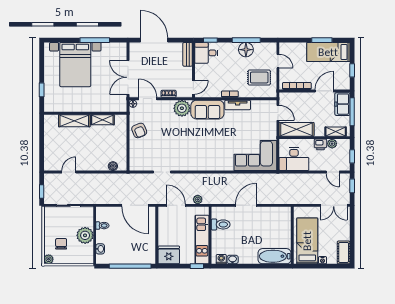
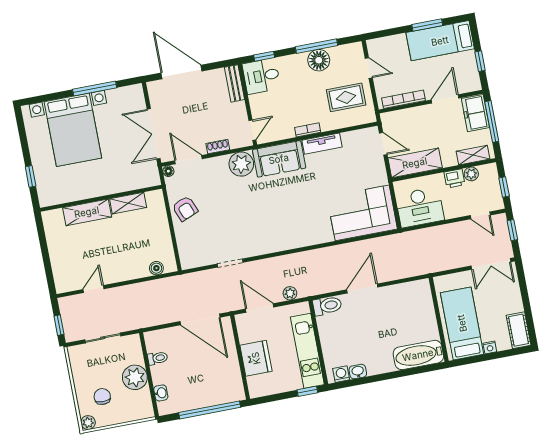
toilet: (221, 224) -> (327, 306), moved
fridge: (169, 255) -> (256, 358), moved, turned 90

